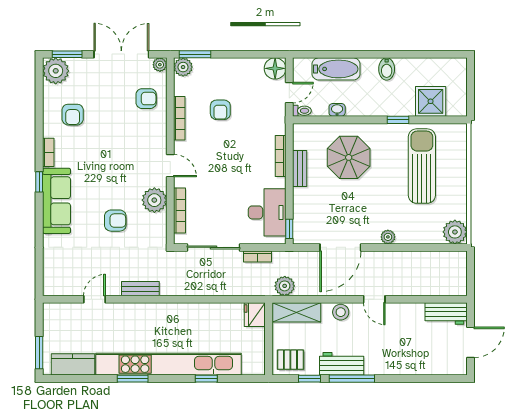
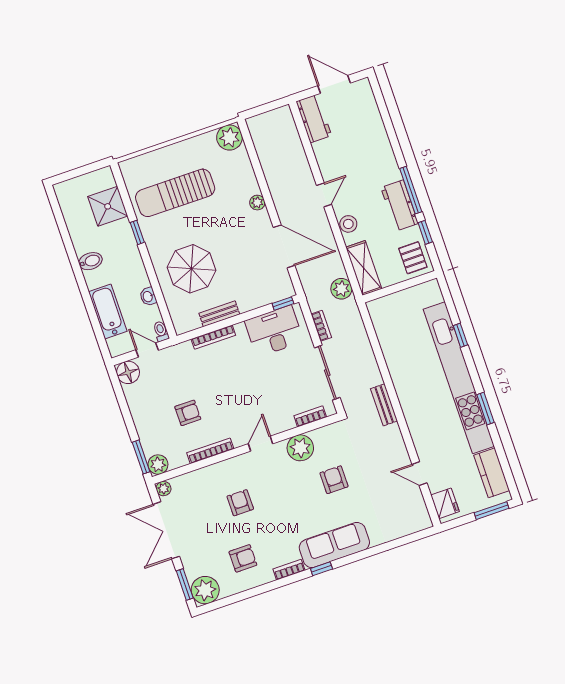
armchair: (146, 99) -> (240, 503), moved
bookcase: (179, 210) -> (310, 416), width x0.64
bench: (140, 289) -> (384, 405), moved
fridge: (255, 315) -> (445, 503), moved, turned -90

